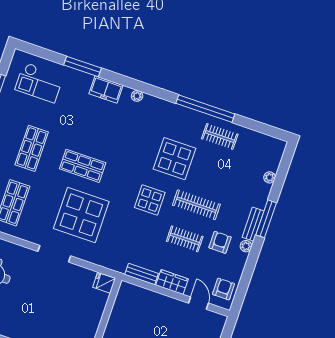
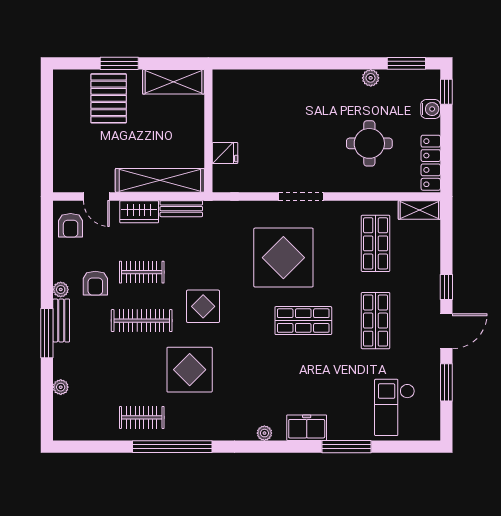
checkout: (39, 83) -> (395, 407), turned -90
fridge: (104, 283) -> (225, 153), moved
shelving: (150, 299) -> (160, 180), added

